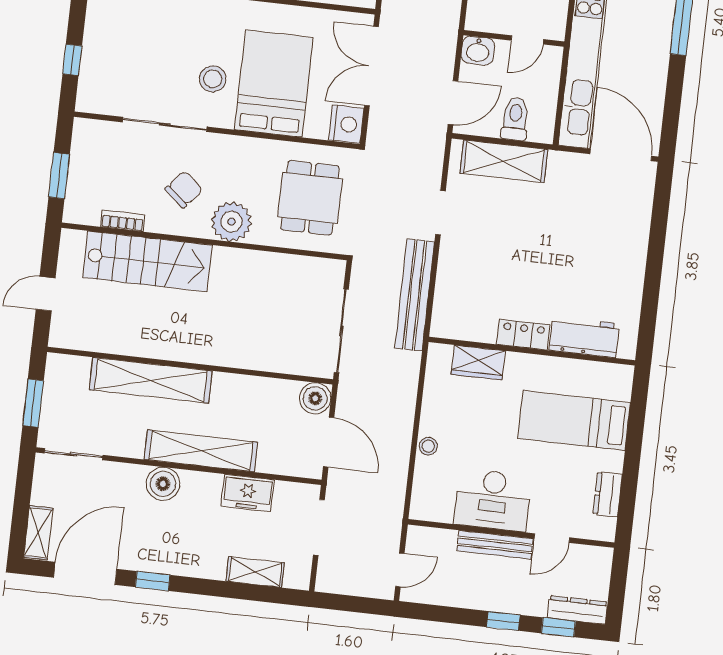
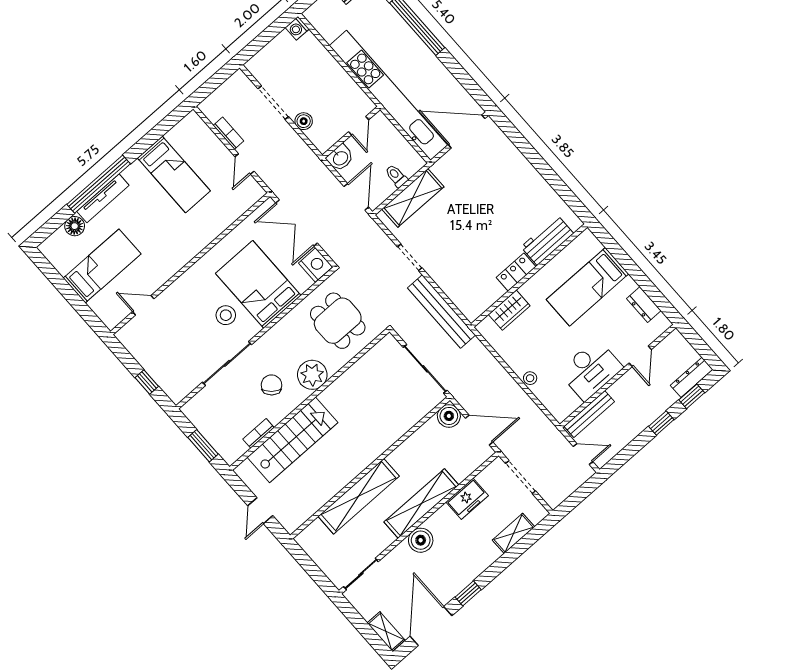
toilet: (515, 119) -> (396, 176), width x0.73, depth x0.72
window: (33, 403) -> (313, 571), removed
bench: (495, 545) -> (589, 414), moved
door: (400, 570) -> (583, 454), hinge flipped

